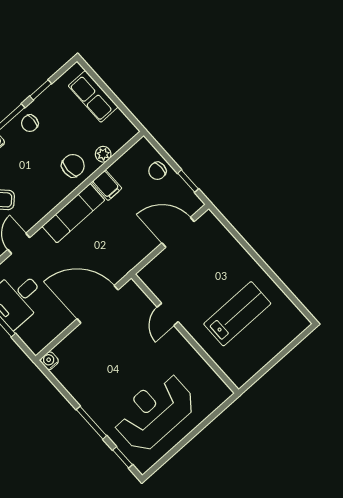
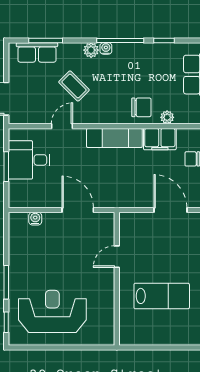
chair: (30, 123) -> (138, 56), removed
filing cabinet: (107, 185) -> (160, 139), width x2.00
door: (98, 304) -> (78, 210), width x0.73
water cooler: (49, 361) -> (35, 219), moved

